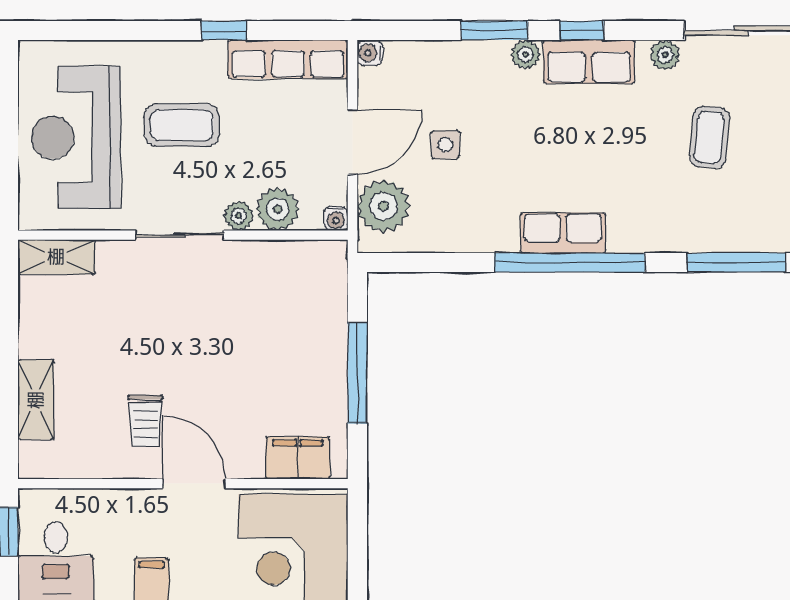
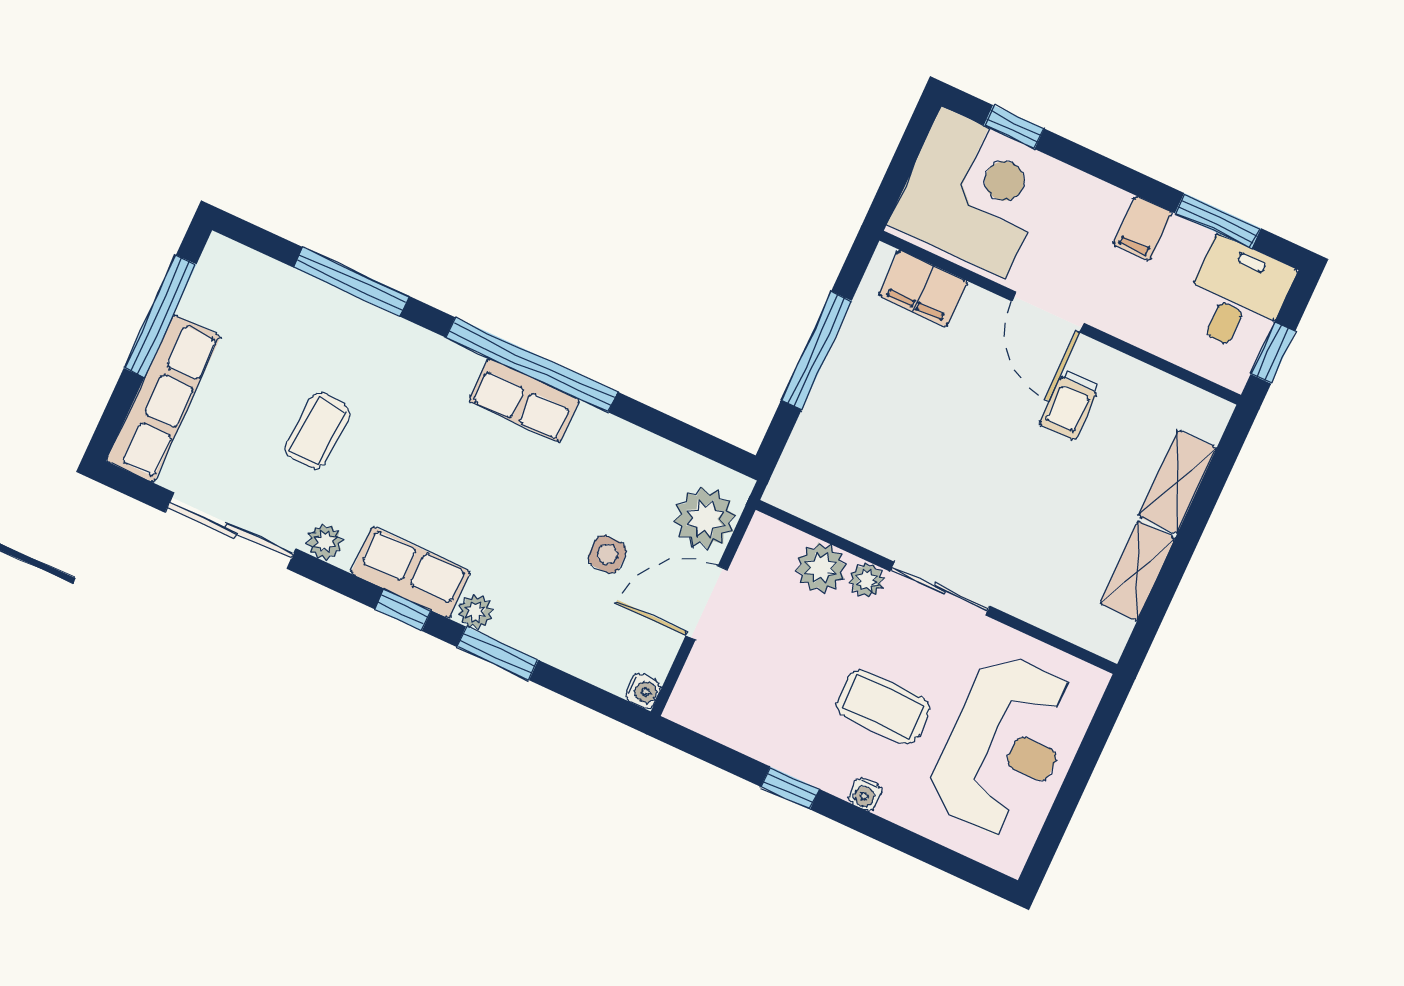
row of seats: (288, 59) -> (735, 725), removed
water cooler: (336, 218) -> (865, 794), moved, turned 180
shelving: (56, 257) -> (1138, 571), moved, turned 90
trolley: (145, 421) -> (1070, 405), turned 180

